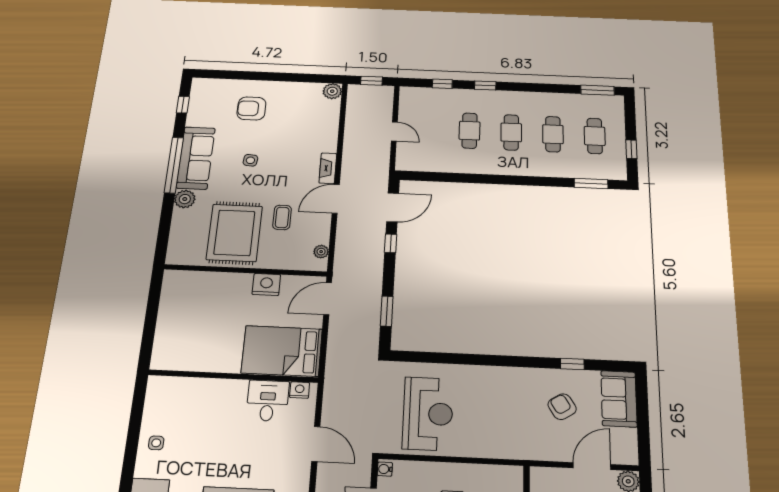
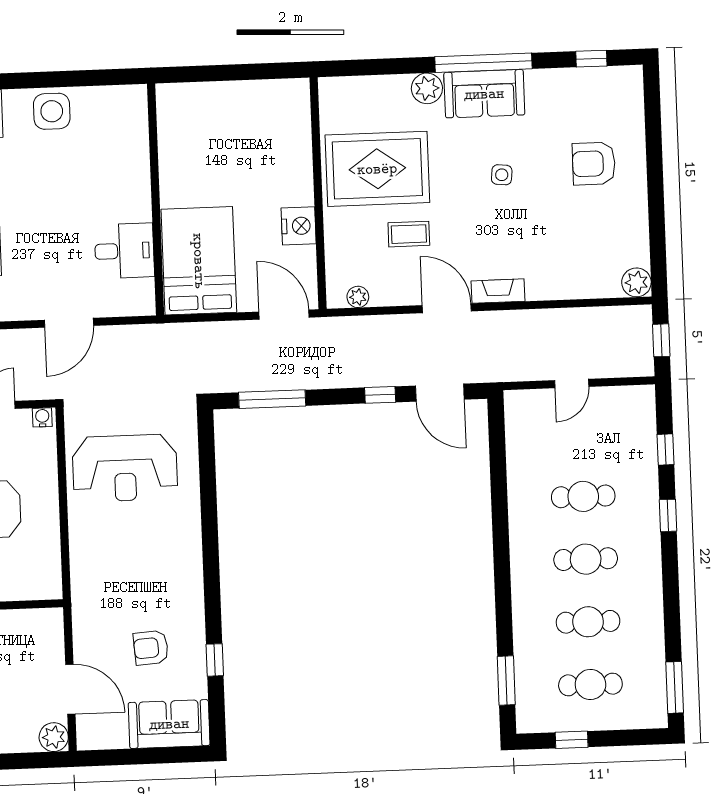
armchair: (251, 108) -> (594, 164), turned -90
sofa: (196, 158) -> (484, 94), width x0.73
window: (387, 311) -> (272, 399), width x1.44
nightstand: (300, 390) -> (143, 292), removed
armchair: (562, 407) -> (151, 648), turned -152
side table: (156, 443) -> (52, 111), width x1.87, depth x1.87

